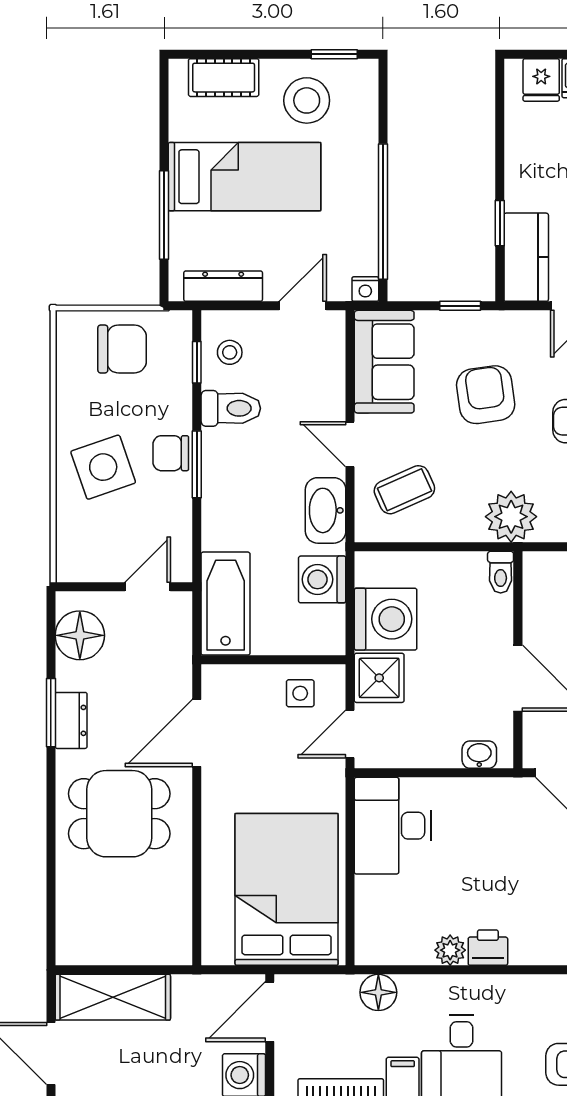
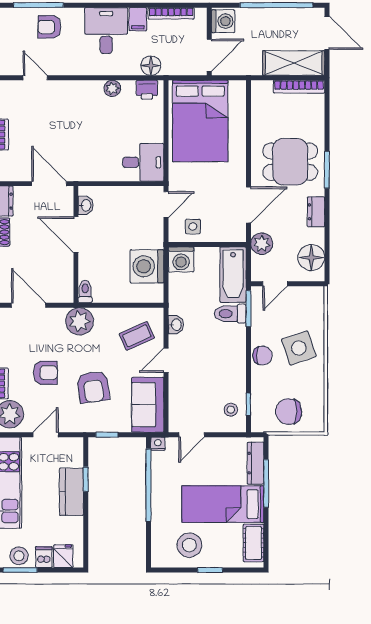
window: (334, 54) -> (210, 570), moved
cot: (224, 78) -> (254, 543), moved, turned 90
kitchen counter: (526, 257) -> (71, 492), moved
dresser: (223, 286) -> (256, 463), moved, turned 90
toilet: (231, 408) -> (230, 314), moved
door: (350, 444) -> (166, 360), swing flipped
window: (197, 464) -> (248, 309), moved
washbasin: (326, 510) -> (176, 325), width x0.52, depth x0.69
washing machine: (322, 579) -> (181, 259), moved, turned 90
plant: (172, 661) -> (262, 244), added
shower: (379, 678) -> (150, 235), removed
window: (51, 713) -> (327, 170), moved
washbasin: (479, 755) -> (86, 205), moved, turned -90
desk: (393, 826) -> (143, 162), width x0.73
printer: (488, 948) -> (147, 90), moved
bookcase: (103, 953) -> (299, 87), added

